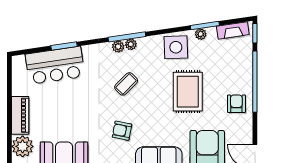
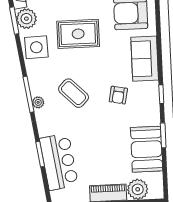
plant: (201, 34) -> (26, 19), width x1.88, depth x1.88
plant: (131, 44) -> (35, 90), removed
coffee table: (126, 84) -> (74, 93), width x1.36, depth x1.30

